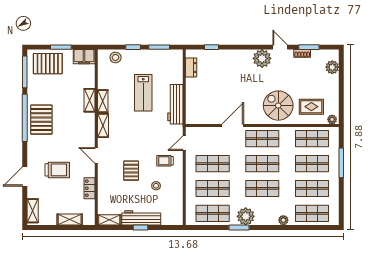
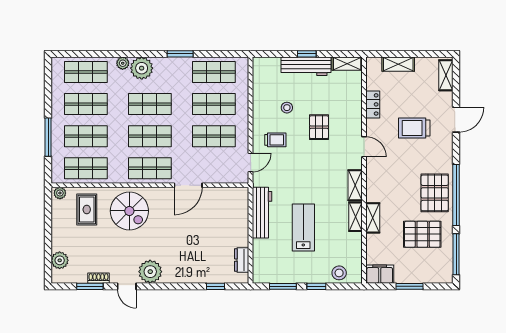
pallet: (48, 64) -> (422, 234), moved
rug: (311, 107) -> (87, 209), turned 90
plant: (246, 216) -> (142, 68), moved

